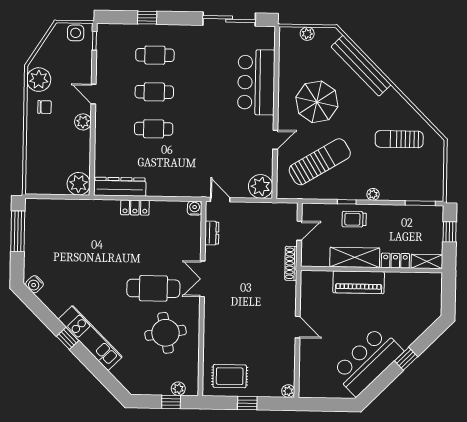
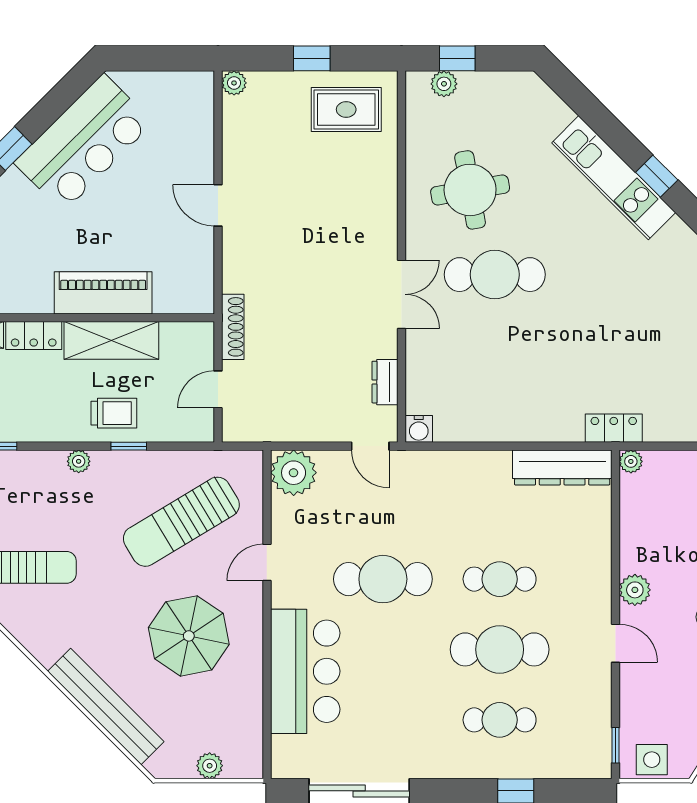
cafe table: (154, 92) -> (500, 649), width x1.37, depth x1.35
cafe table: (215, 130) -> (383, 579), added
plant: (79, 184) -> (631, 461), width x0.53, depth x0.53
locker: (135, 208) -> (614, 428), moved

